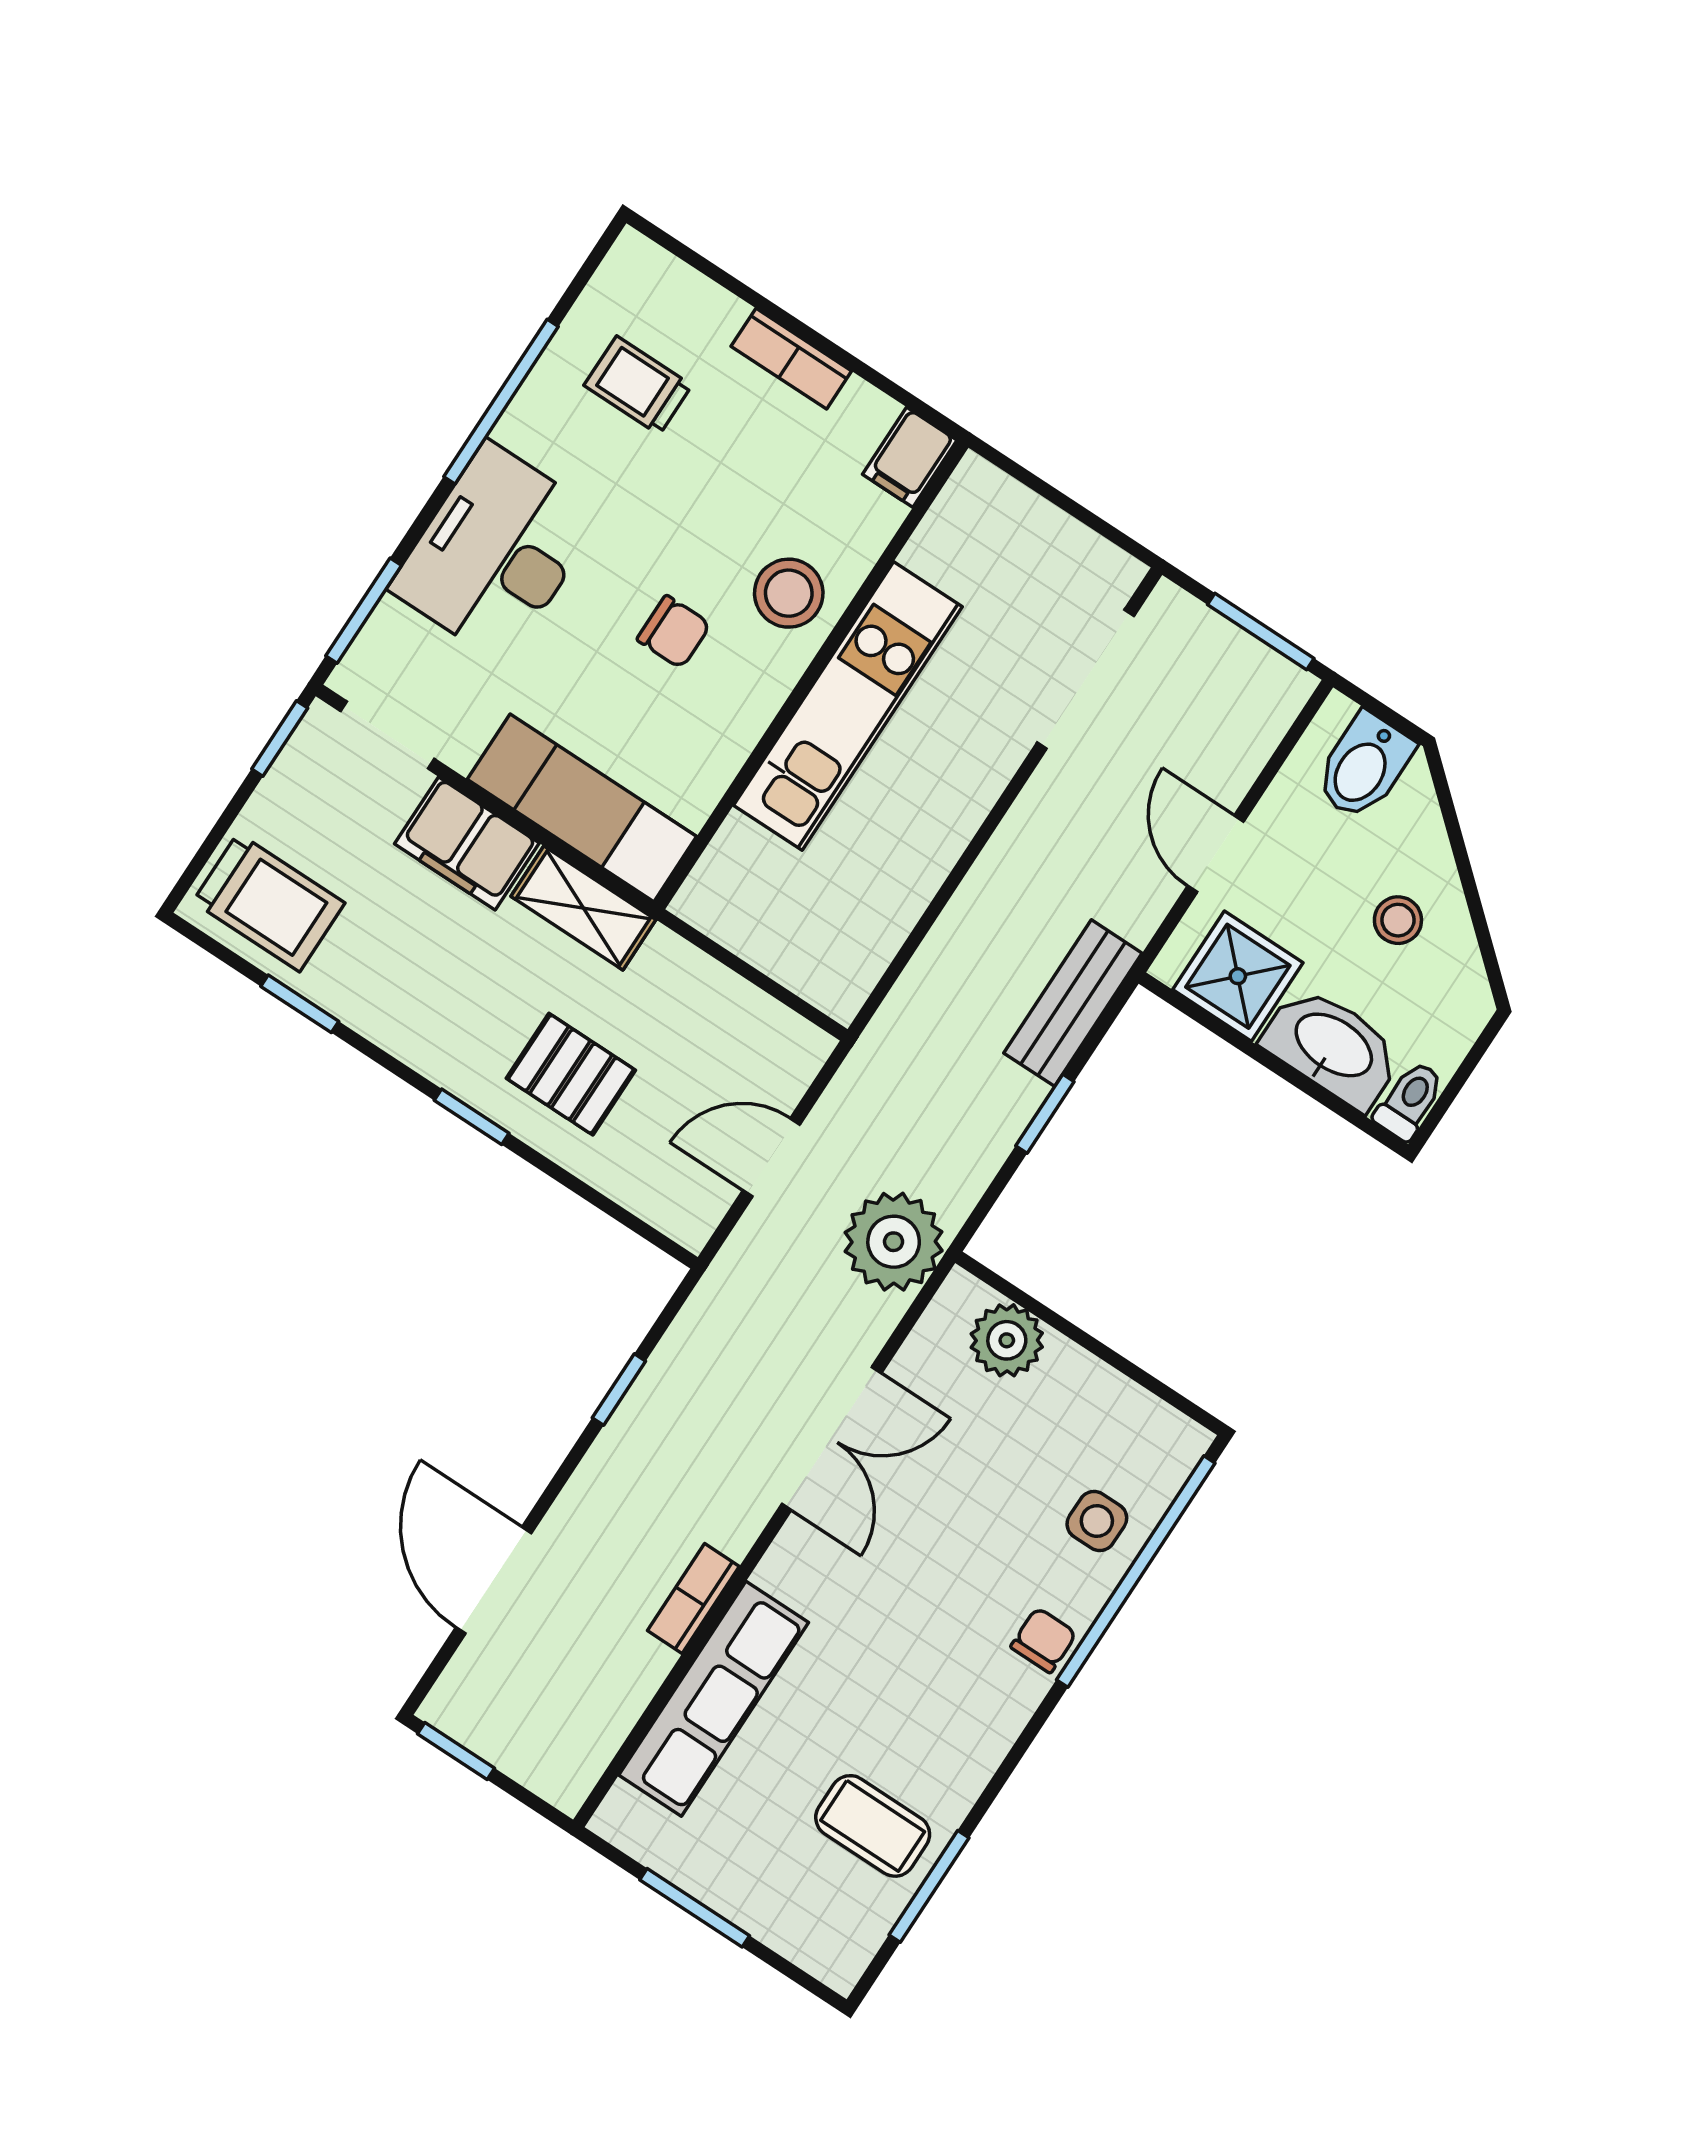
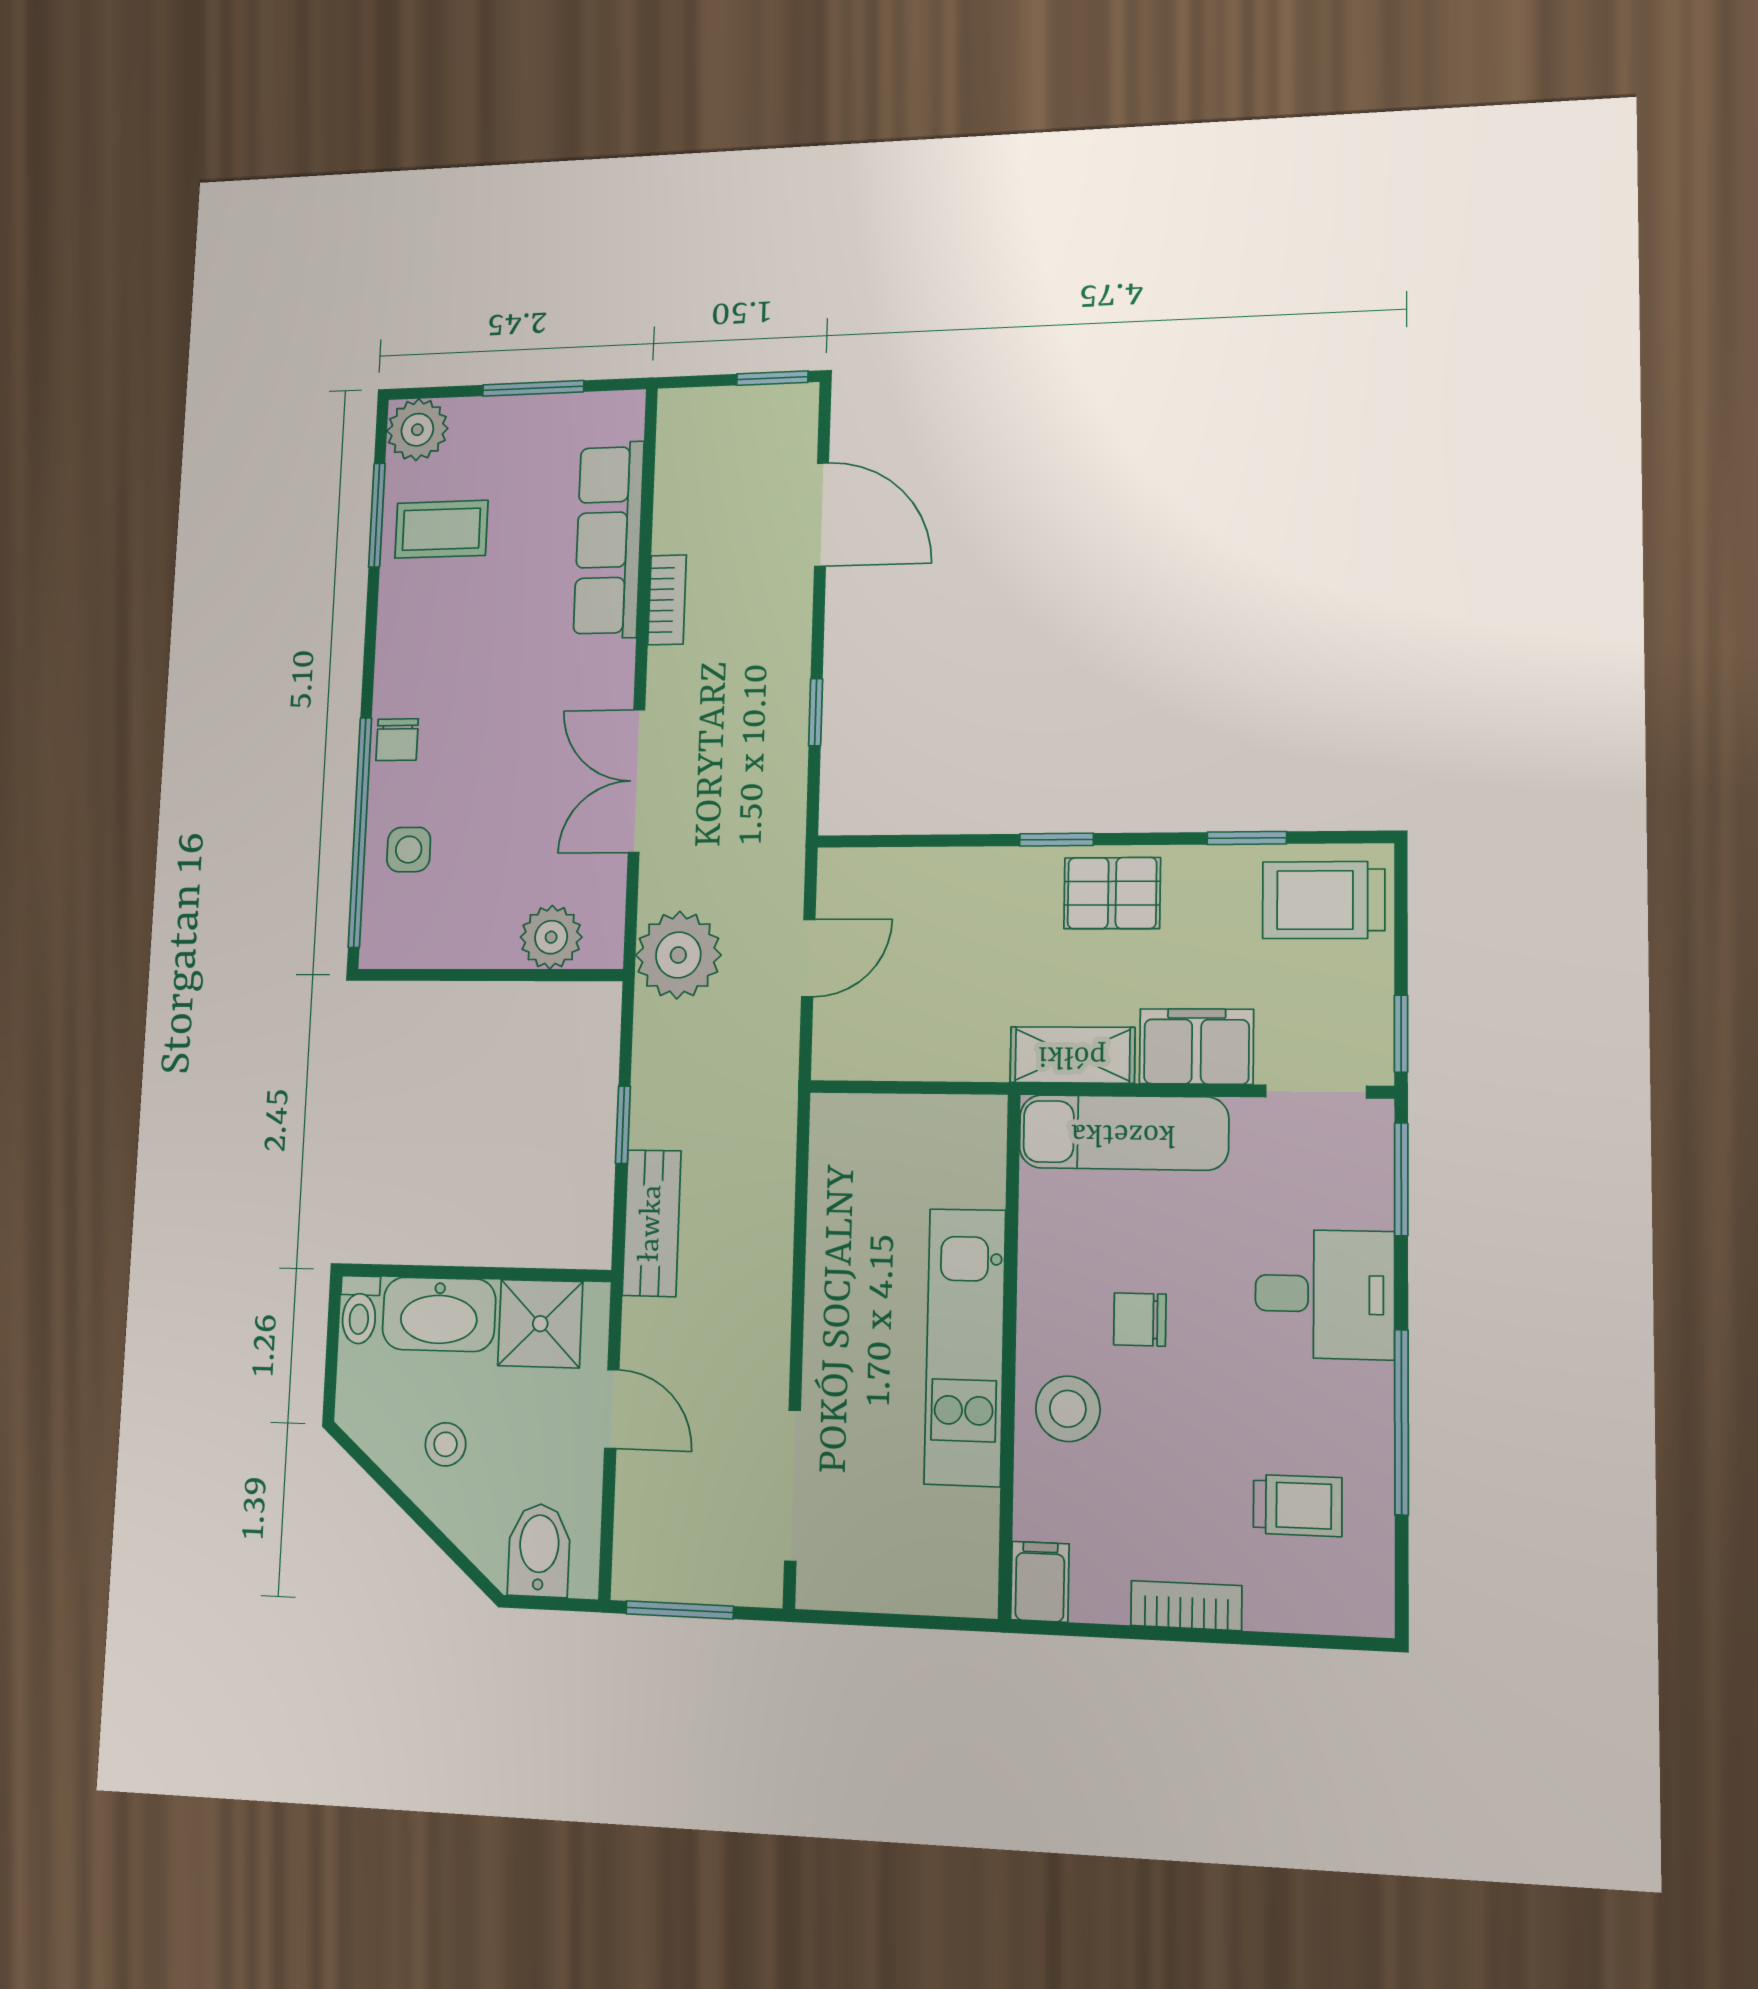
desk: (496, 552) -> (1325, 1294), width x0.73
pallet: (571, 1074) -> (1112, 893), moved
plant: (836, 1947) -> (417, 430), added

